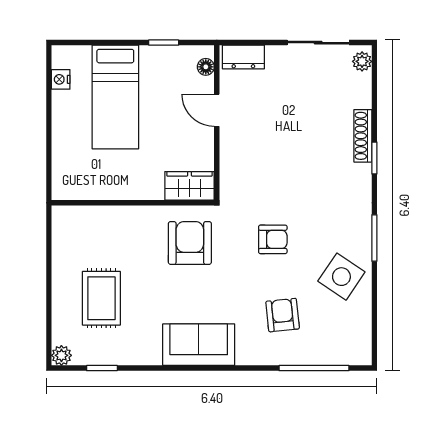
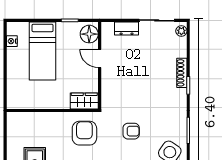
dresser: (243, 57) -> (127, 29), moved
floor lamp: (206, 67) -> (89, 34), width x1.89, depth x1.89

